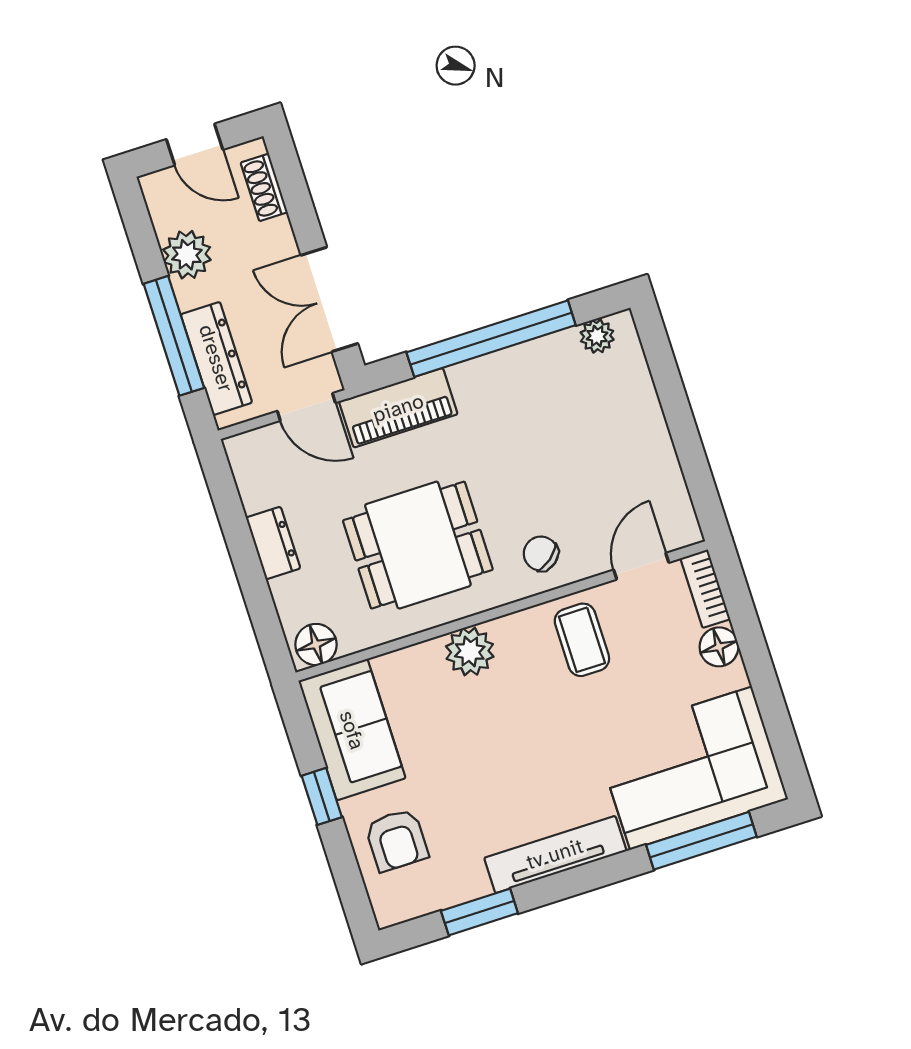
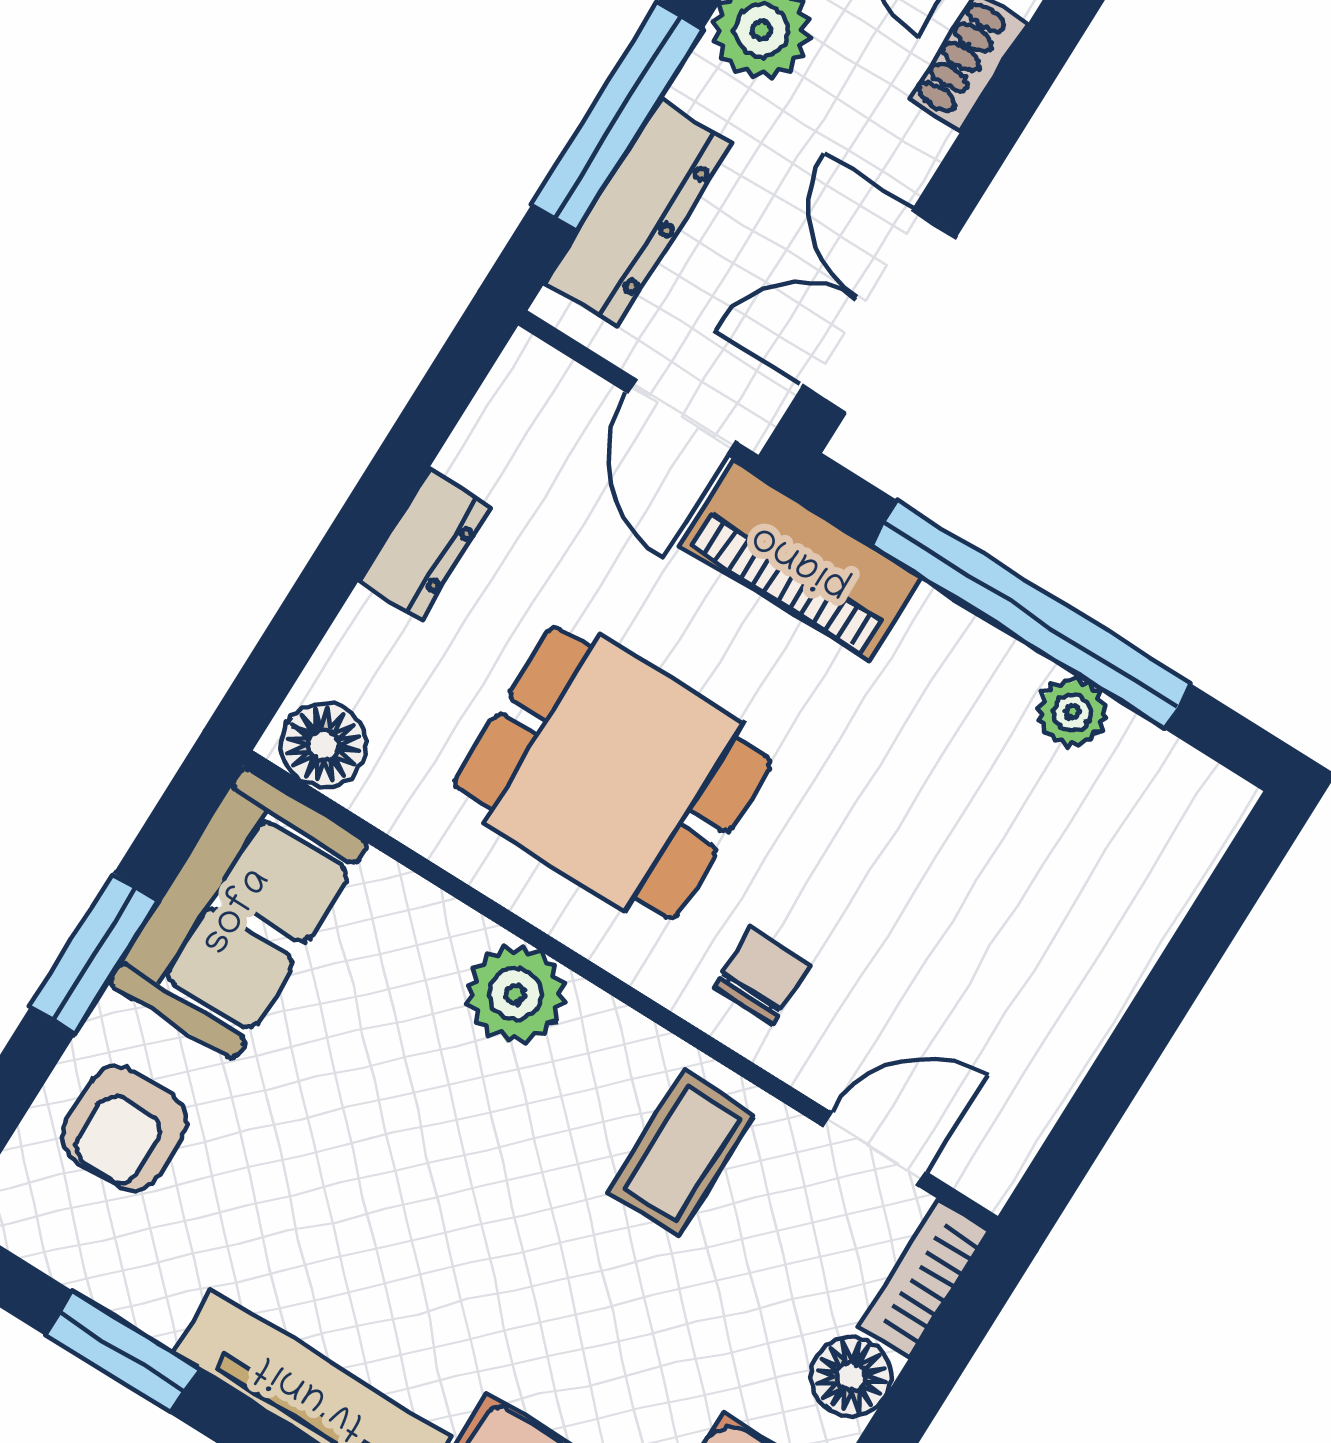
plant: (597, 336) -> (1072, 713), moved
chair: (541, 554) -> (762, 976), turned 39
window: (322, 796) -> (94, 954), width x1.50

